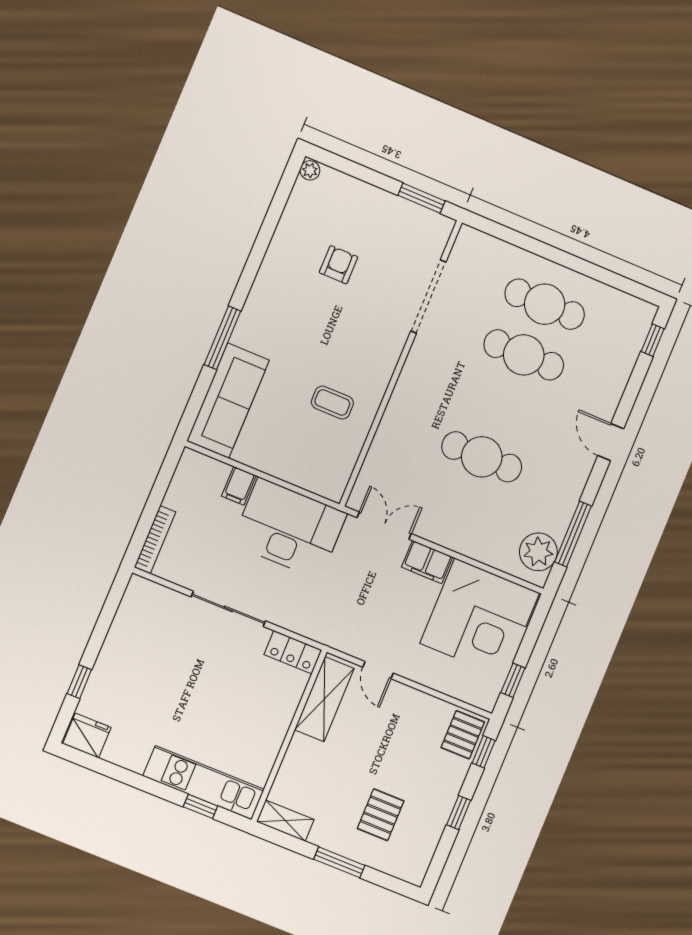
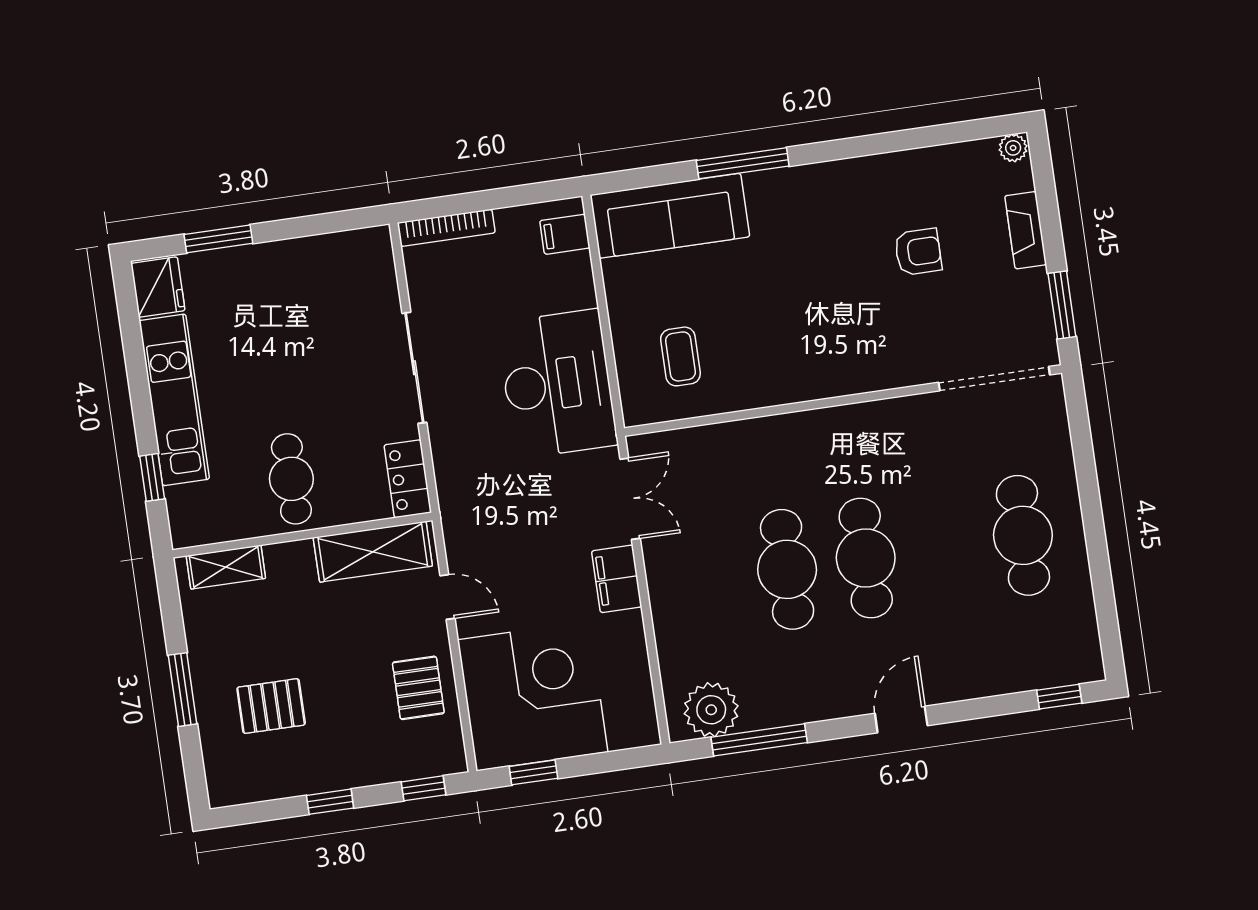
fireplace: (364, 193) -> (1026, 230), added
doorway: (428, 296) -> (994, 379), moved
cafe table: (524, 355) -> (866, 558), moved
coffee table: (332, 403) -> (680, 356), moved
filing cabinet: (239, 486) -> (565, 234), moved
corner desk: (480, 618) -> (533, 696), moved, turned 180
door: (378, 670) -> (447, 597), swing flipped
window: (79, 682) -> (218, 239), width x1.50
cafe table: (251, 722) -> (291, 479), added
pallet: (463, 735) -> (418, 688), moved, turned 90
kitchen unit: (204, 783) -> (174, 400), moved
shelving: (285, 821) -> (226, 567), moved, turned 90

